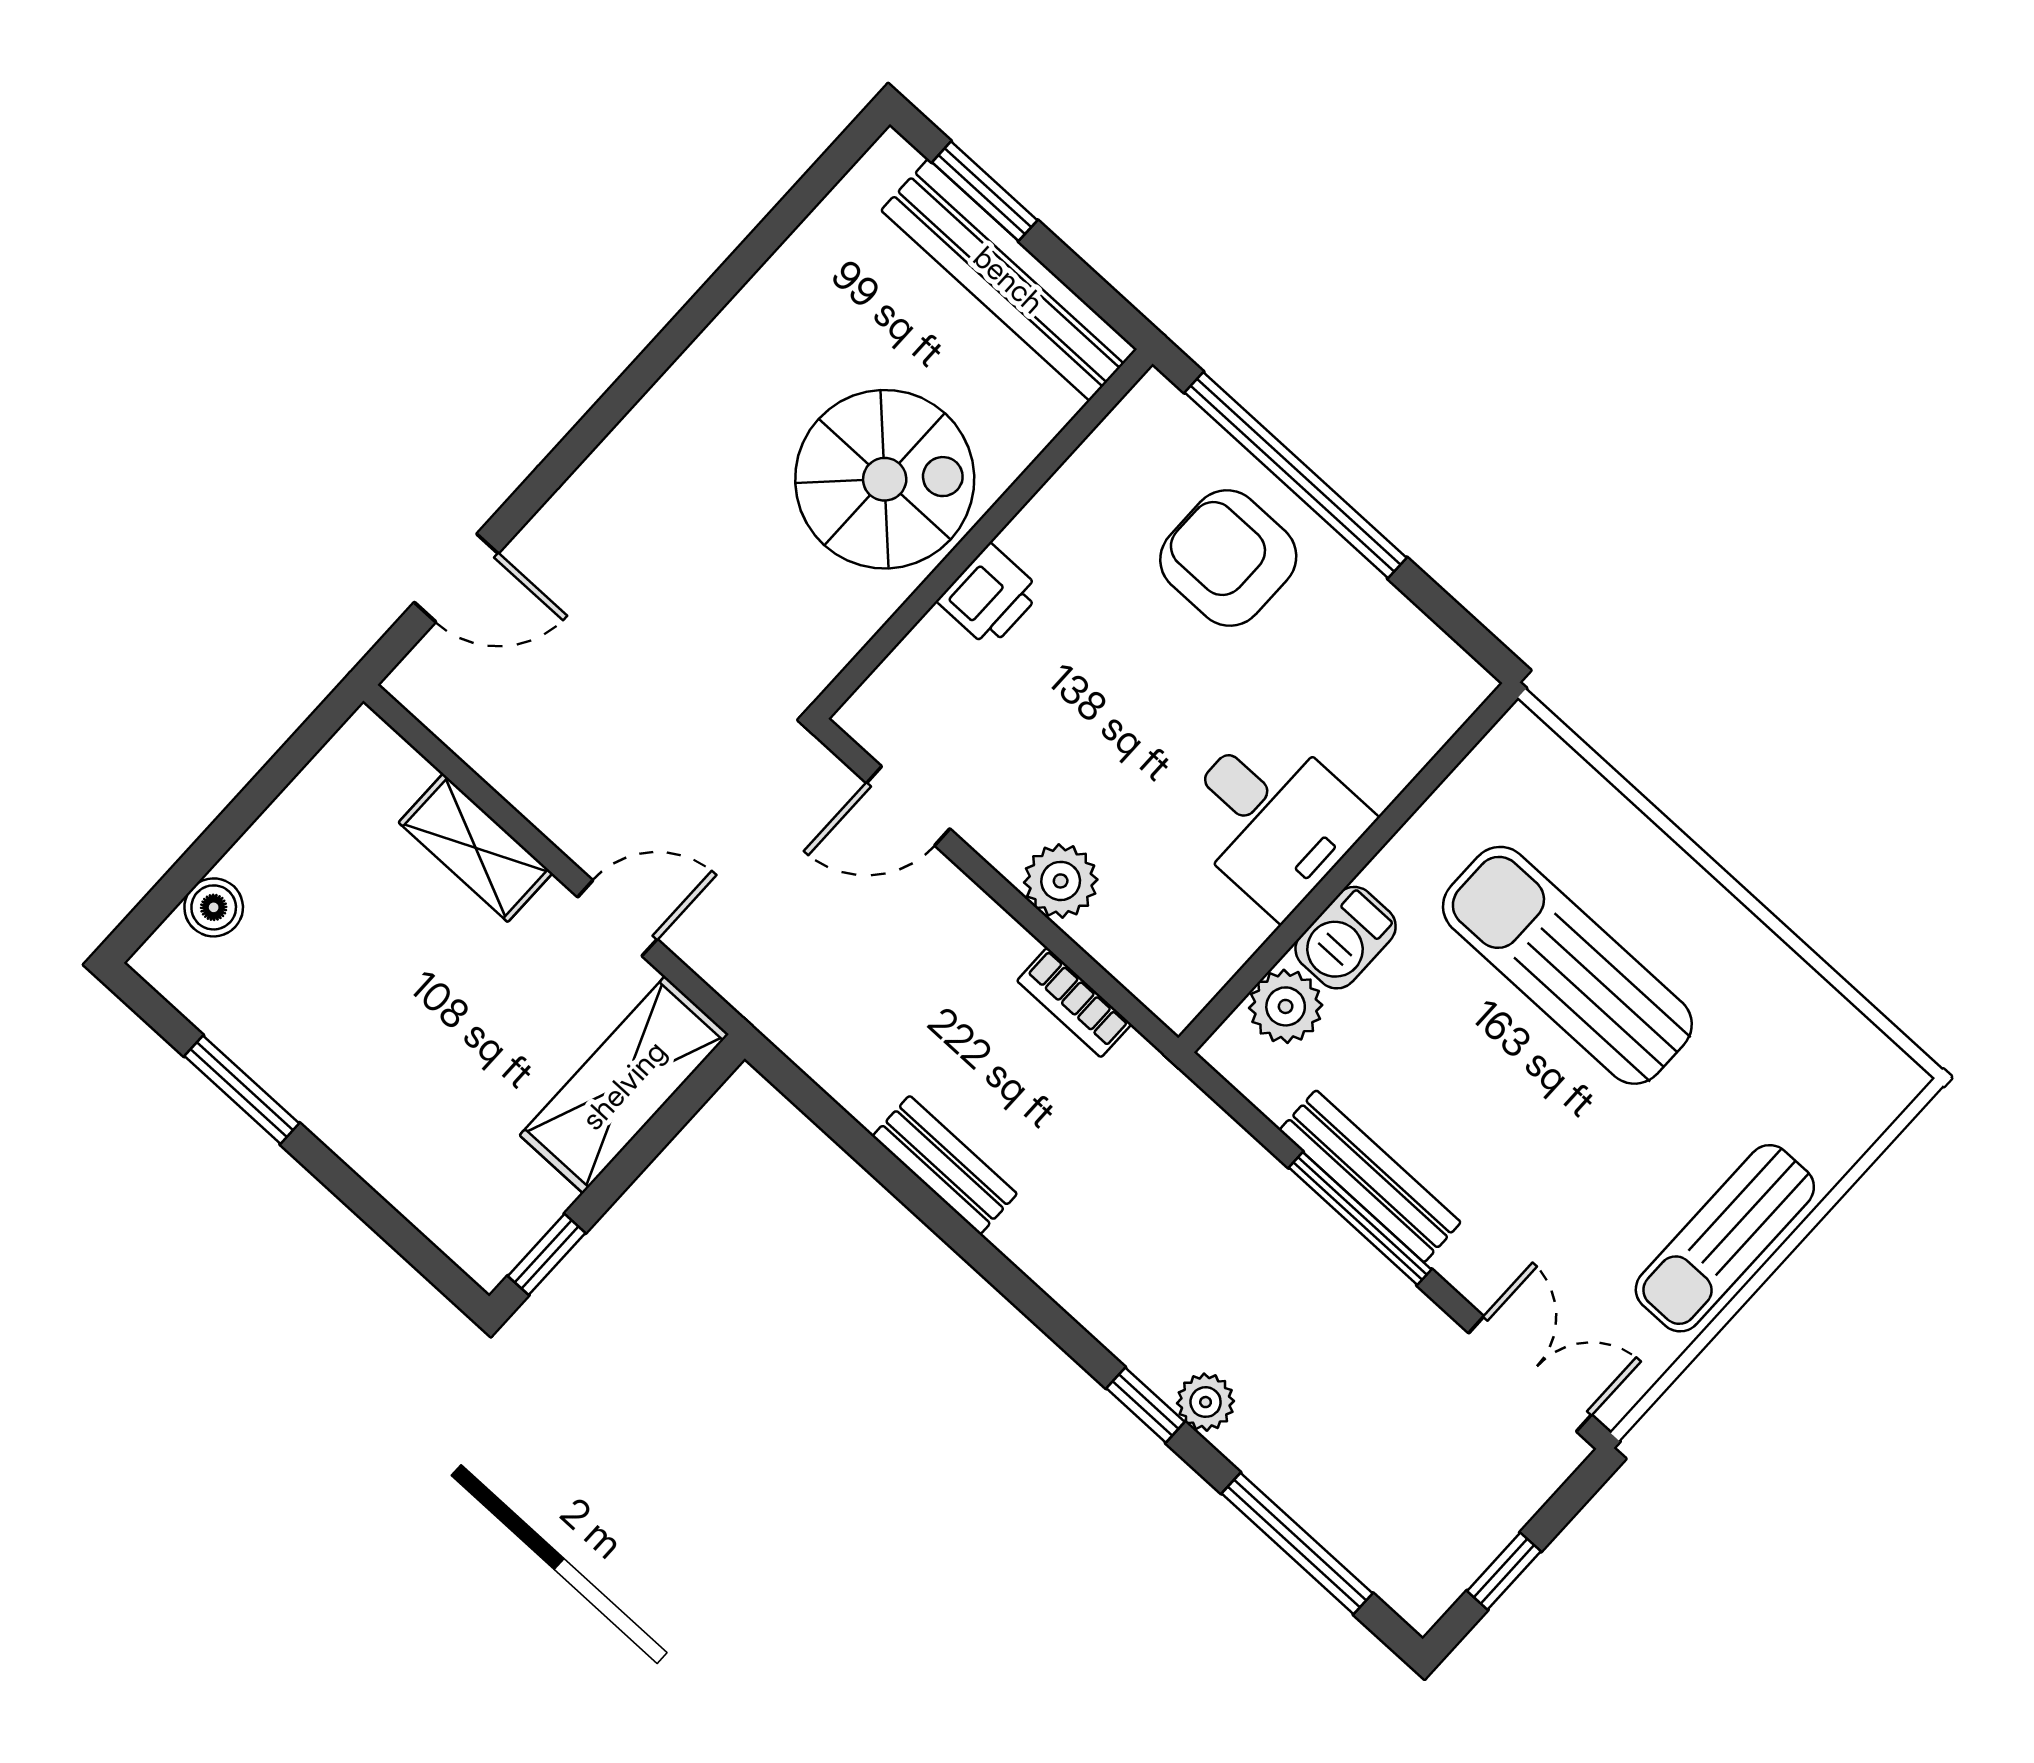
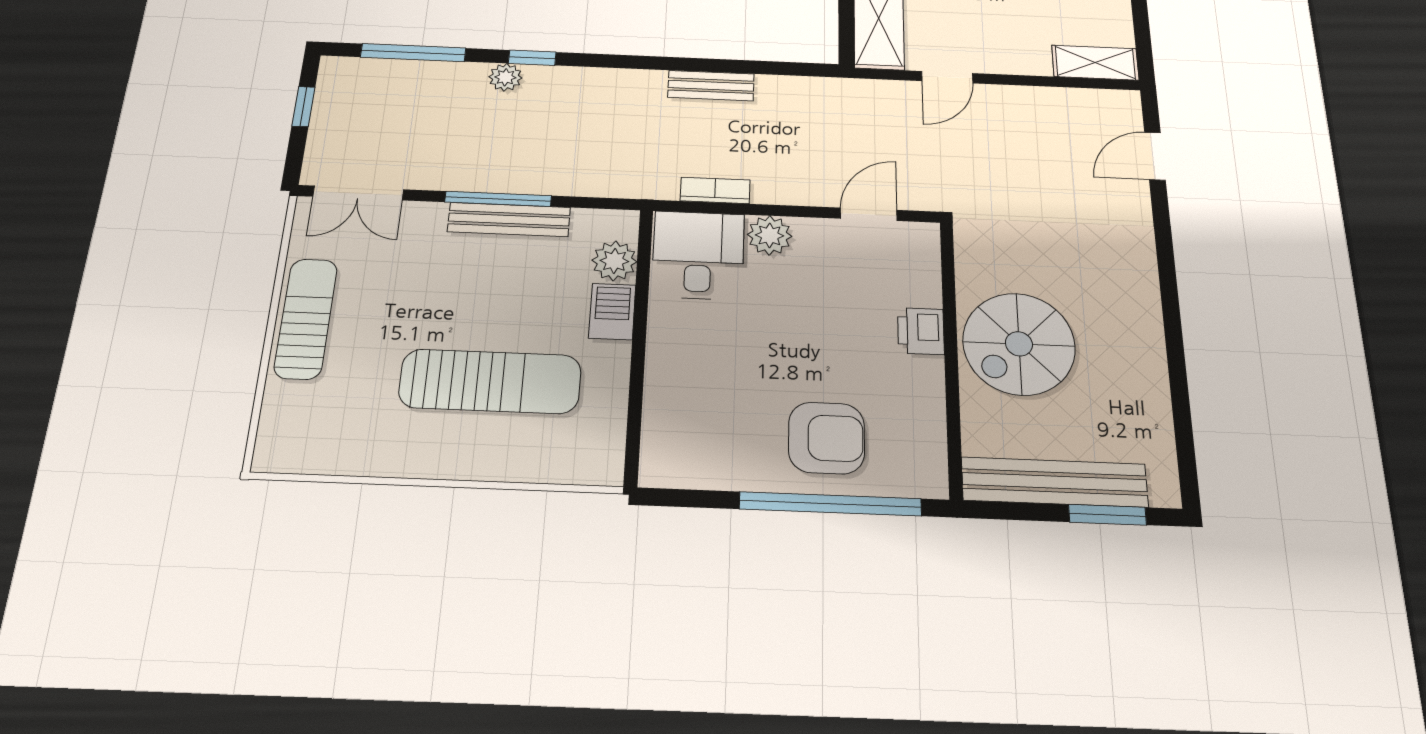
desk: (1272, 818) -> (698, 255), moved, turned 90
shelving: (476, 848) -> (1095, 63), moved

